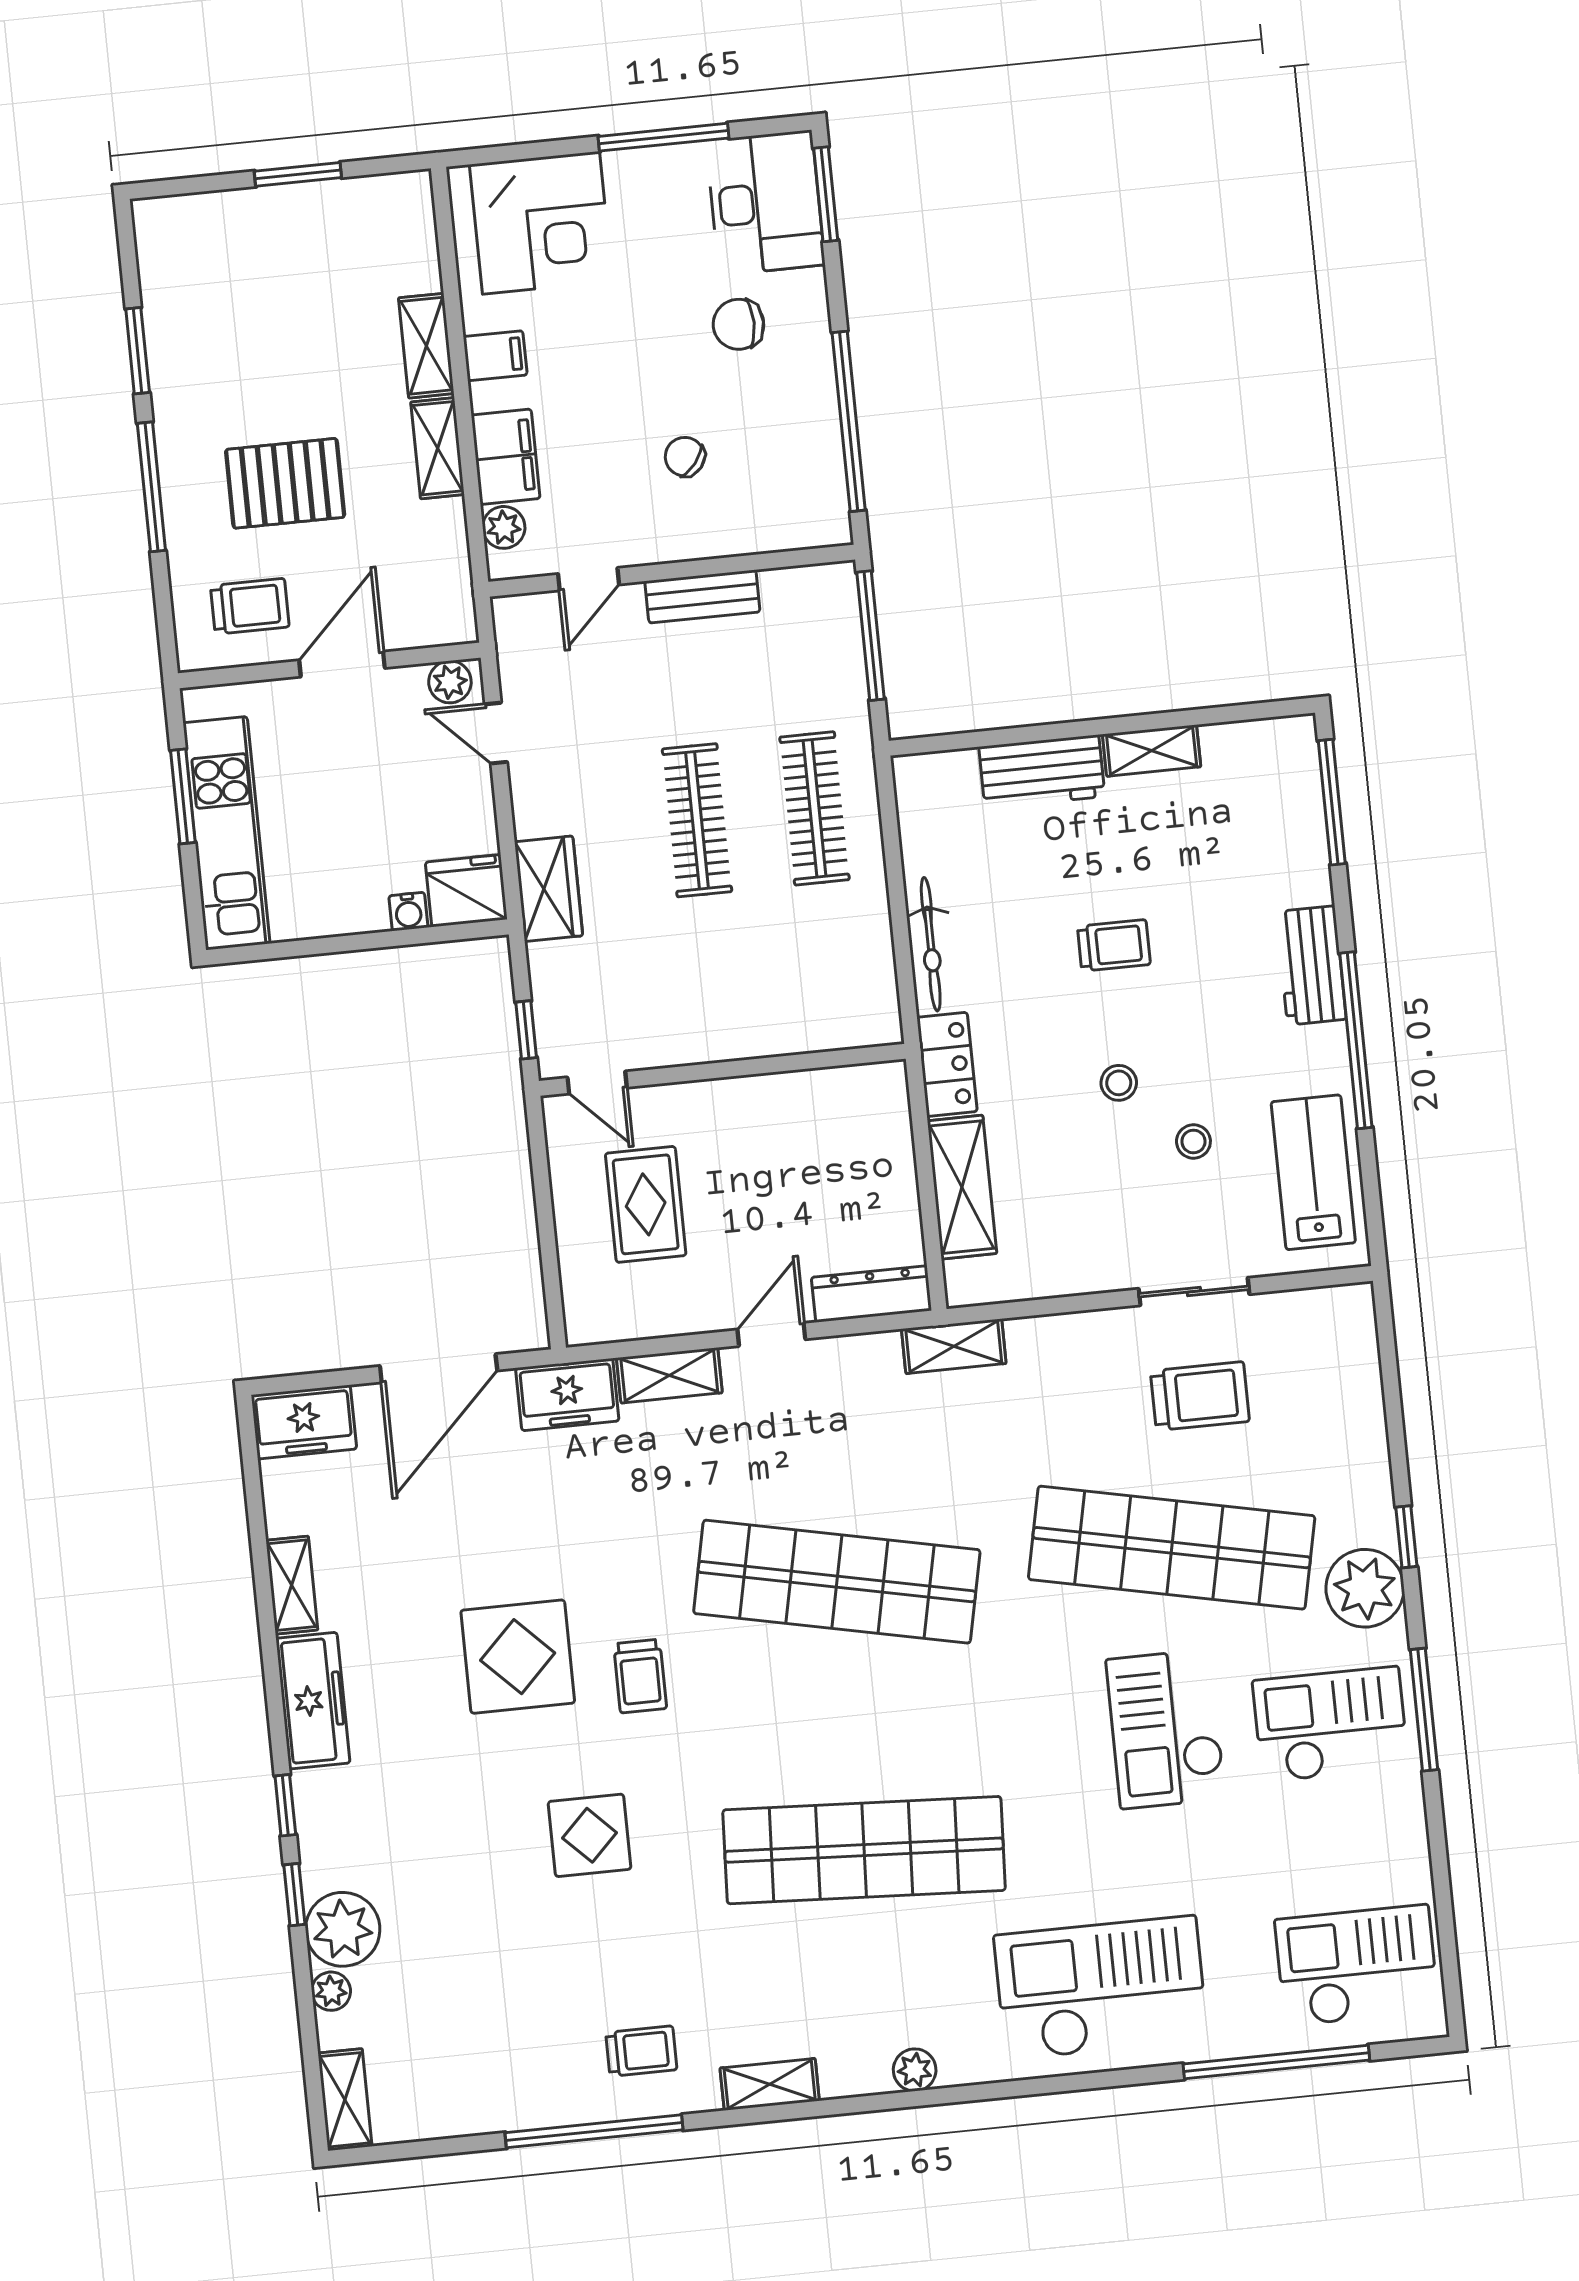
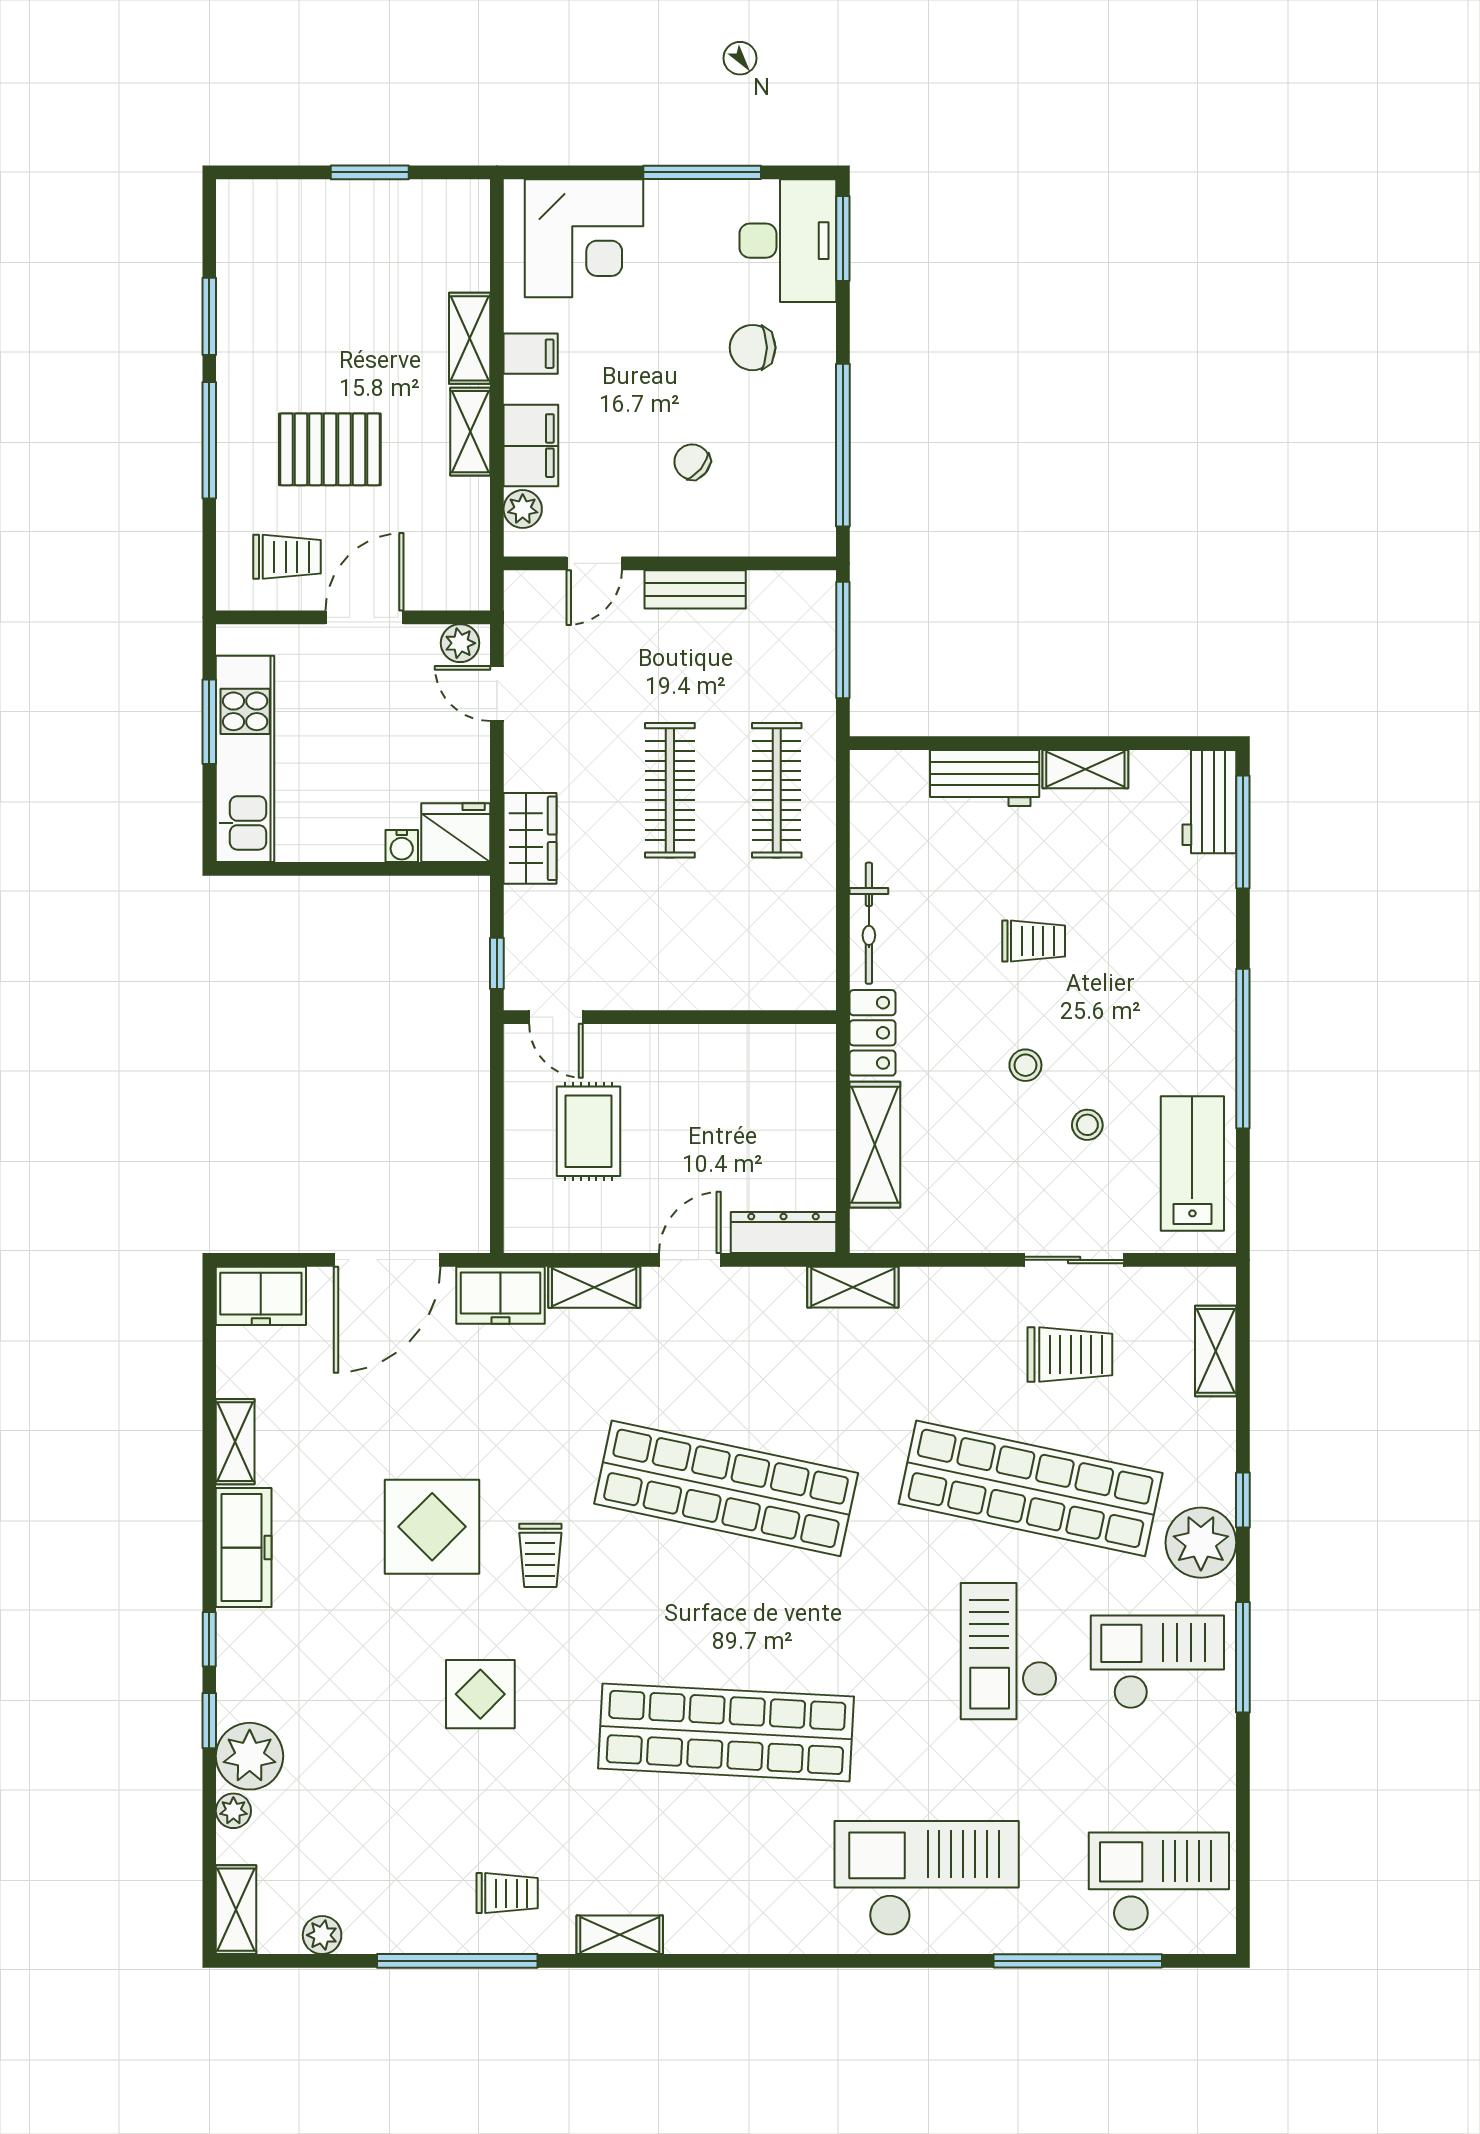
workbench: (1311, 965) -> (1209, 802), moved
shelving: (1360, 1376) -> (1216, 1351), added
plant: (915, 2070) -> (322, 1935), moved

